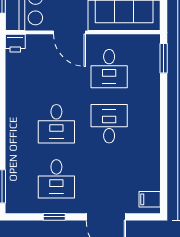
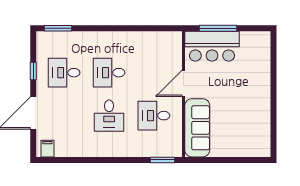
printer: (15, 43) -> (175, 39), removed
desk: (109, 124) -> (109, 116), turned 90

